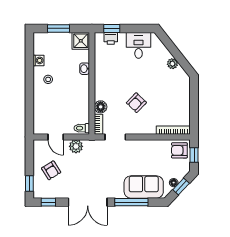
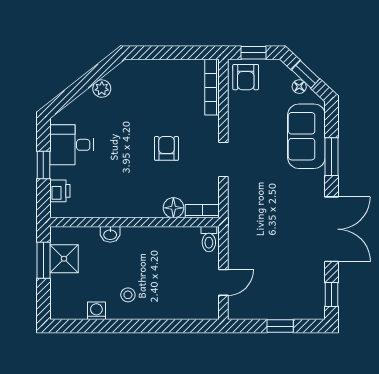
window: (59, 28) -> (43, 260), moved
window: (112, 28) -> (43, 165), moved
shower: (81, 41) -> (64, 259), moved
armchair: (136, 103) -> (167, 148), turned -134
doorway: (115, 137) -> (223, 159), moved
plant: (76, 146) -> (239, 249), removed
armchair: (51, 170) -> (279, 290), removed
window: (29, 183) -> (280, 326), moved
window: (131, 202) -> (331, 157), width x0.69

